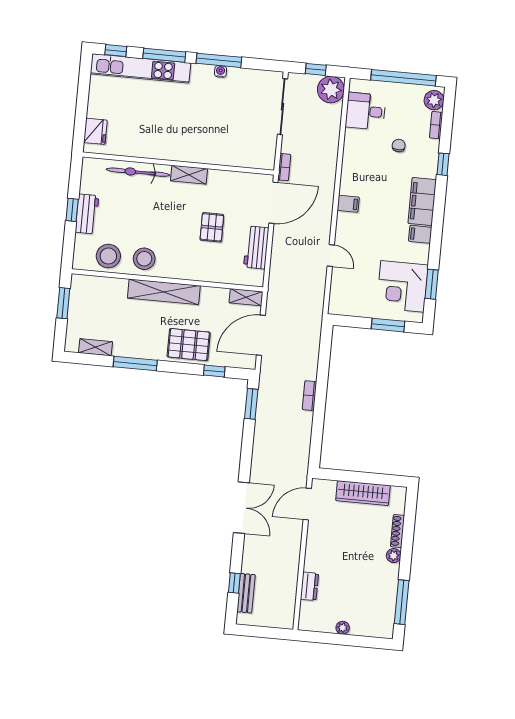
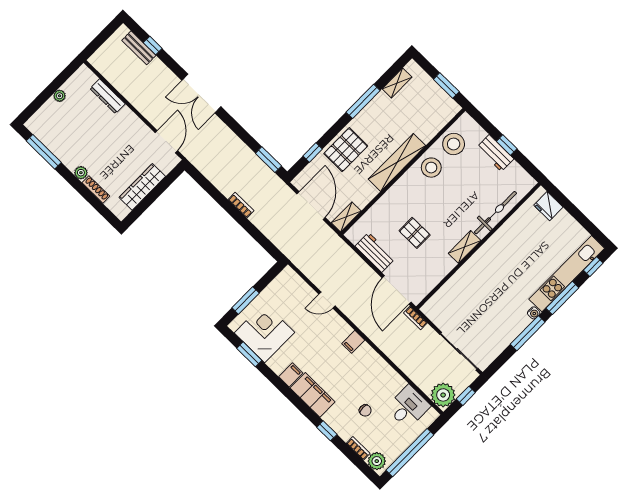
water cooler: (221, 71) -> (534, 313), moved
dresser: (309, 586) -> (107, 96), width x1.44

